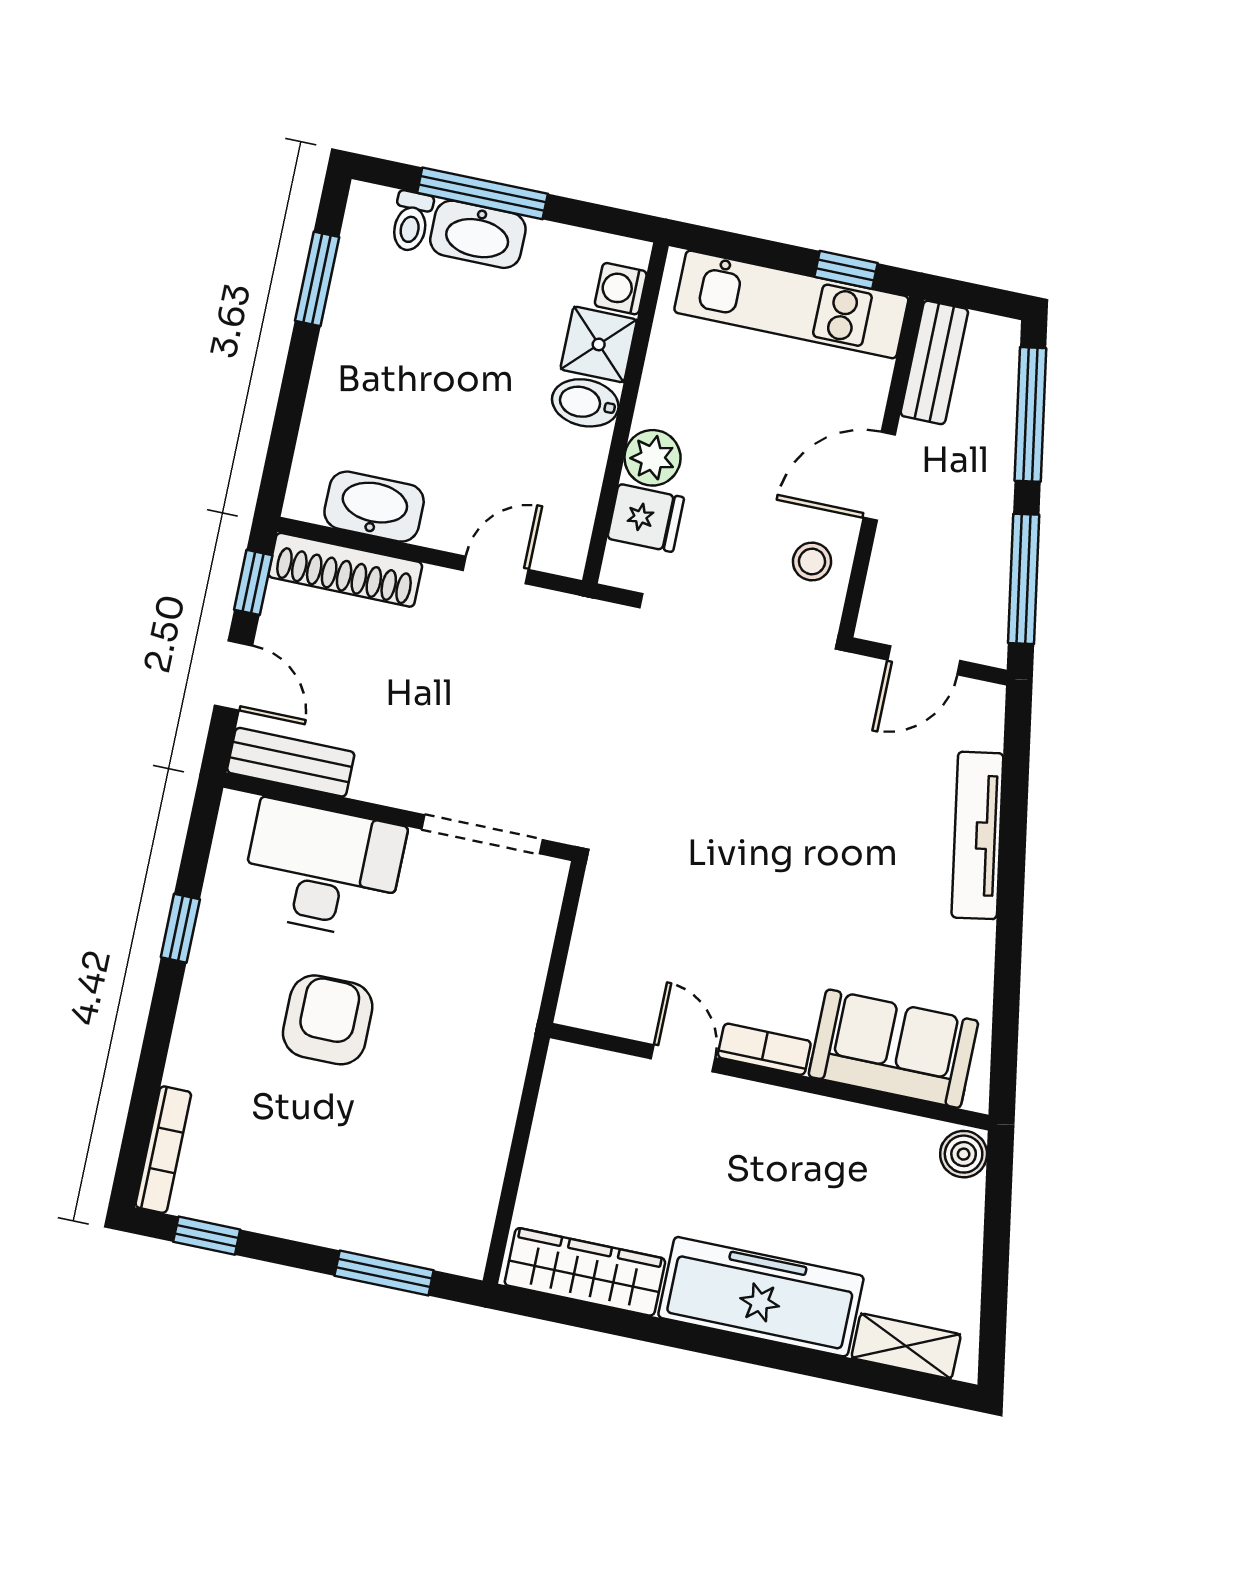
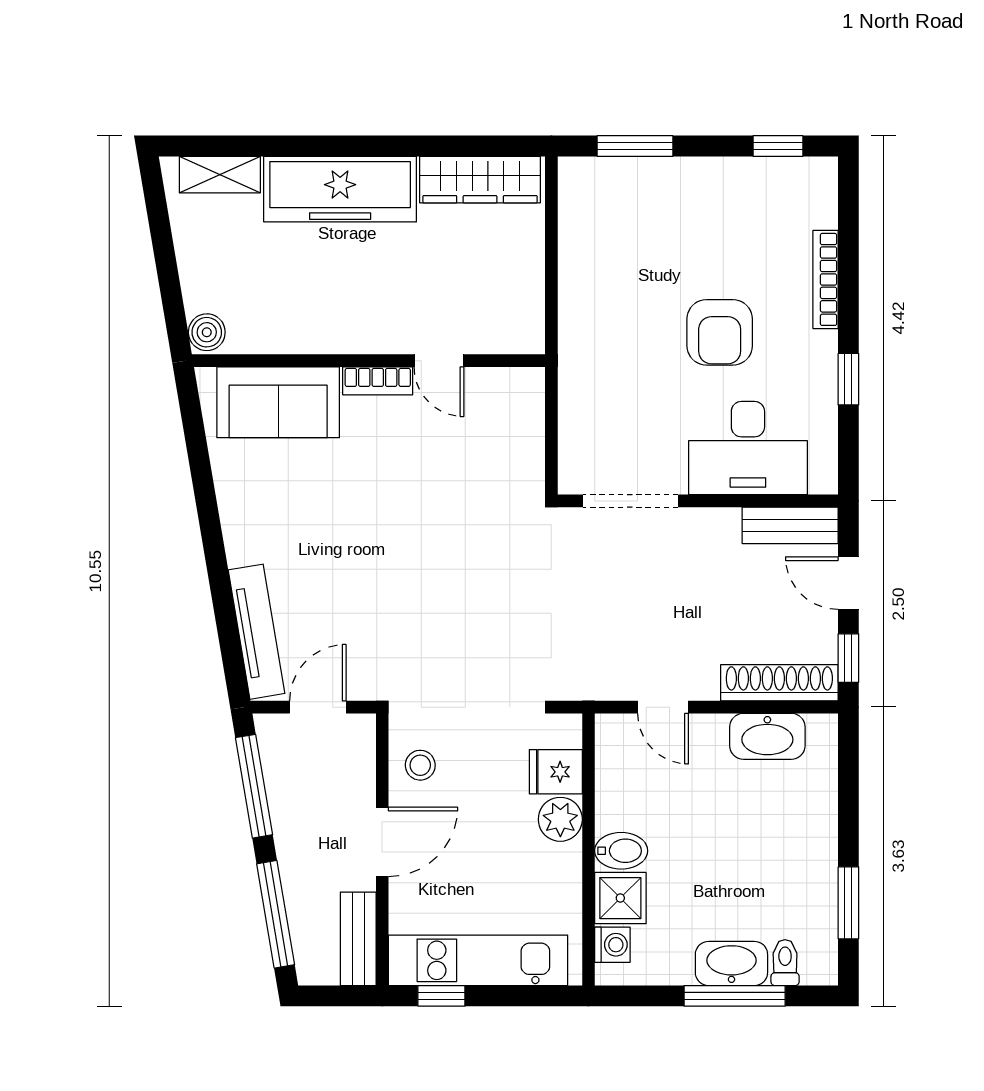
door: (496, 570) -> (663, 707), hinge flipped
tv unit: (977, 835) -> (257, 632), moved
bookcase: (163, 1150) -> (825, 279), moved

